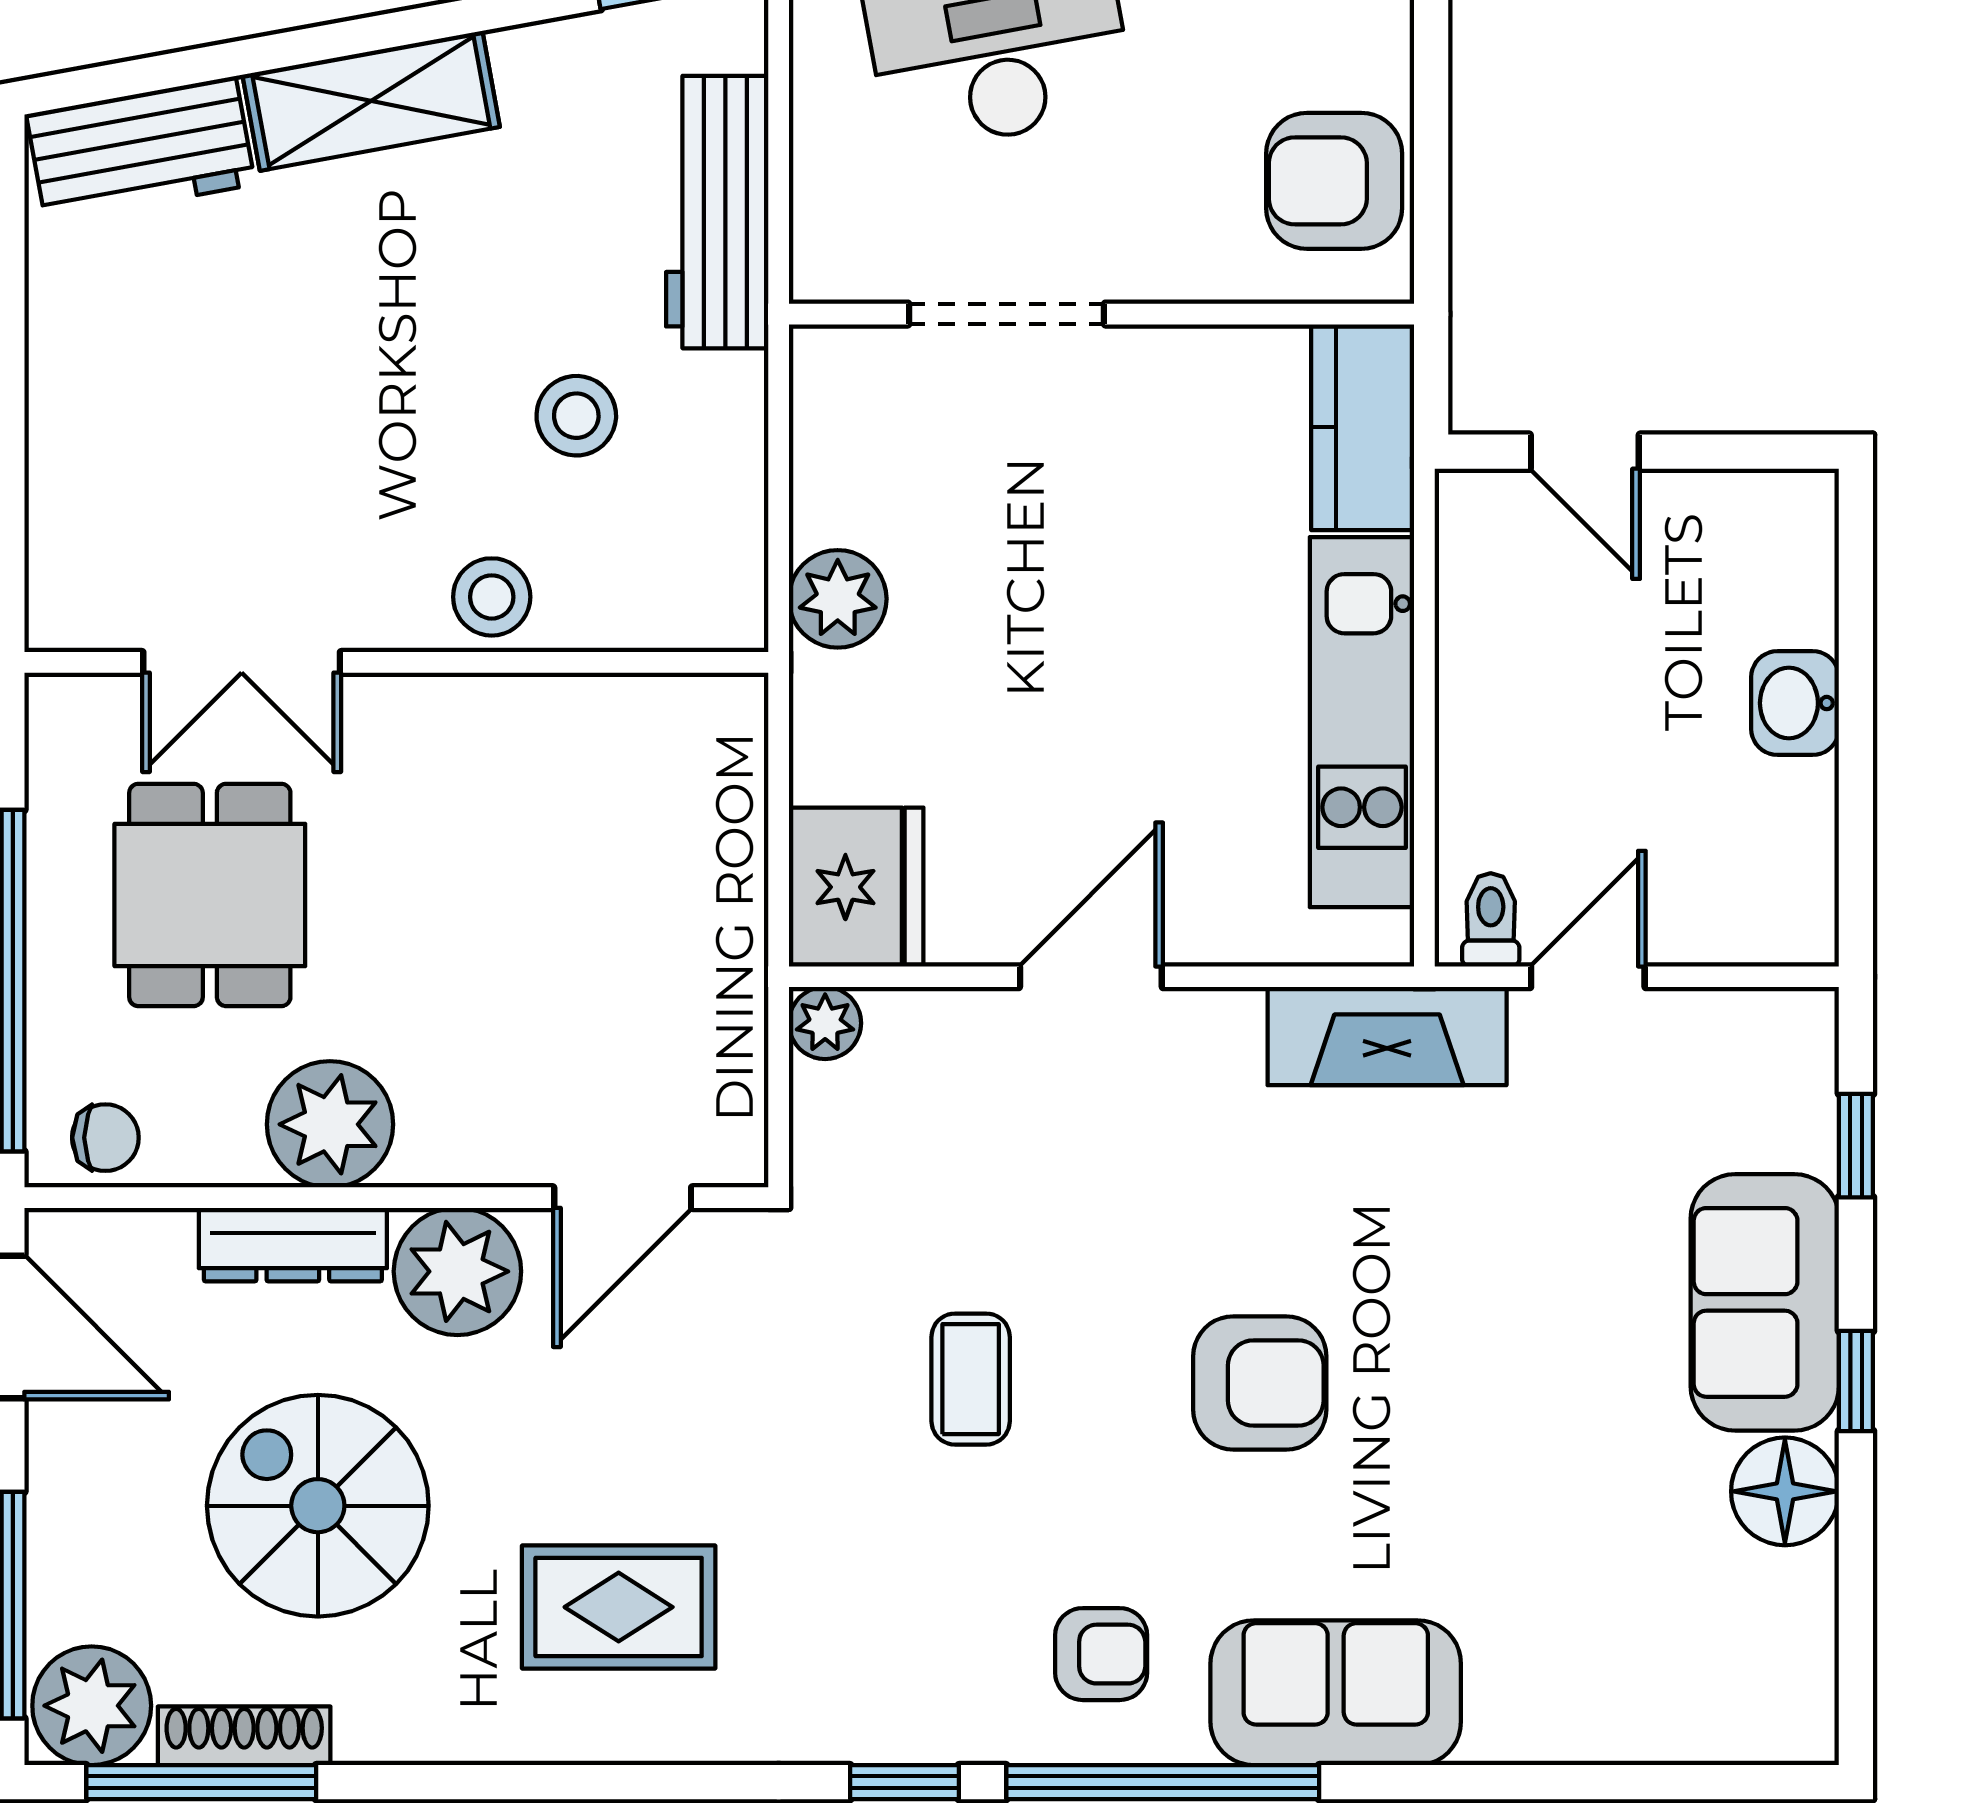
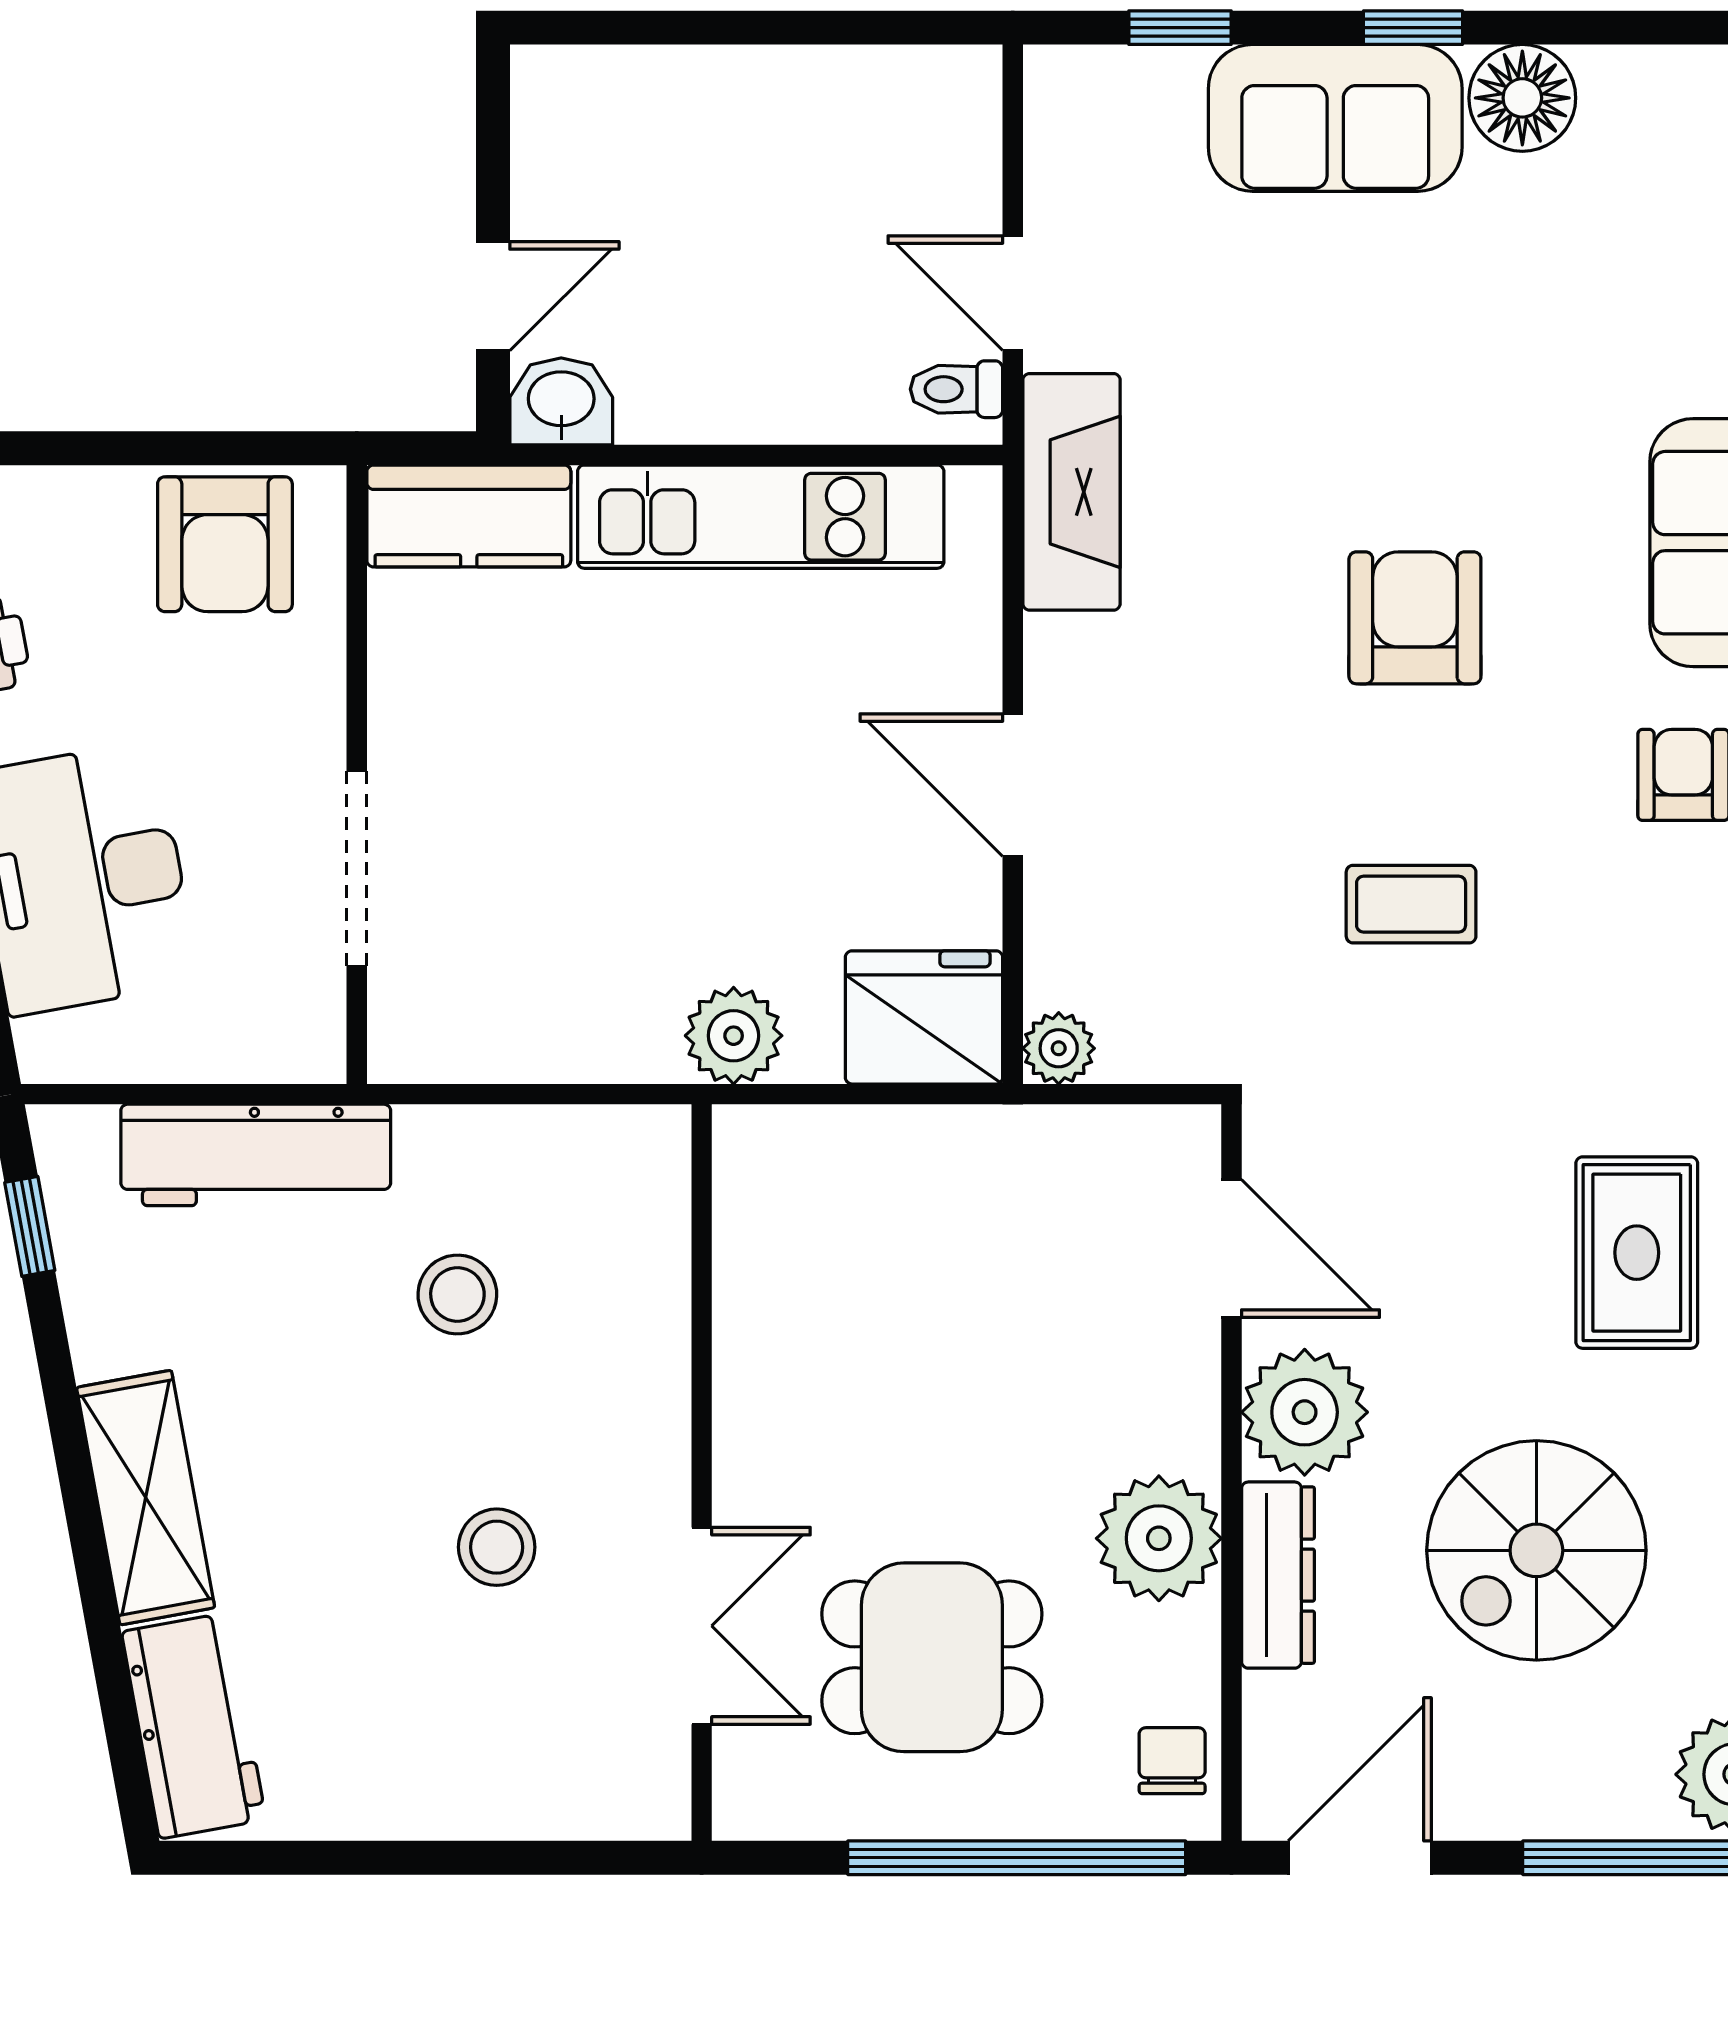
stool: (492, 597) -> (497, 1547), moved
plant: (838, 599) -> (734, 1036), moved
washbasin: (1795, 703) -> (561, 401), moved, turned 180

